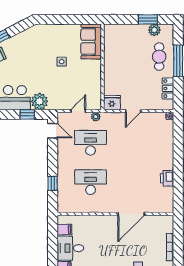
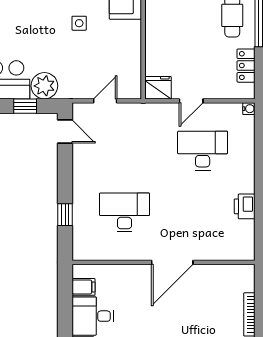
plant: (96, 117) -> (133, 110), removed
desk: (91, 143) -> (203, 151), moved
door: (131, 214) -> (172, 262), moved

